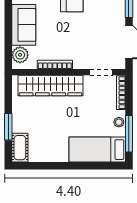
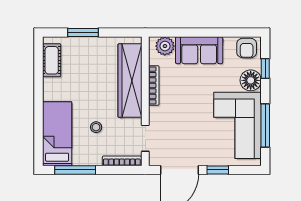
stool: (119, 122) -> (96, 127), moved
cot: (20, 148) -> (52, 60), moved, turned 90

